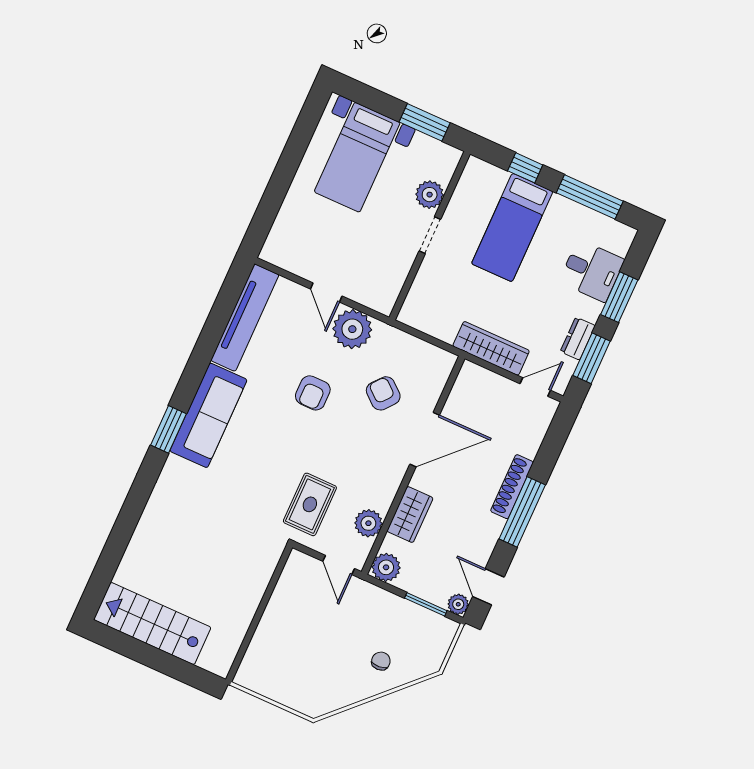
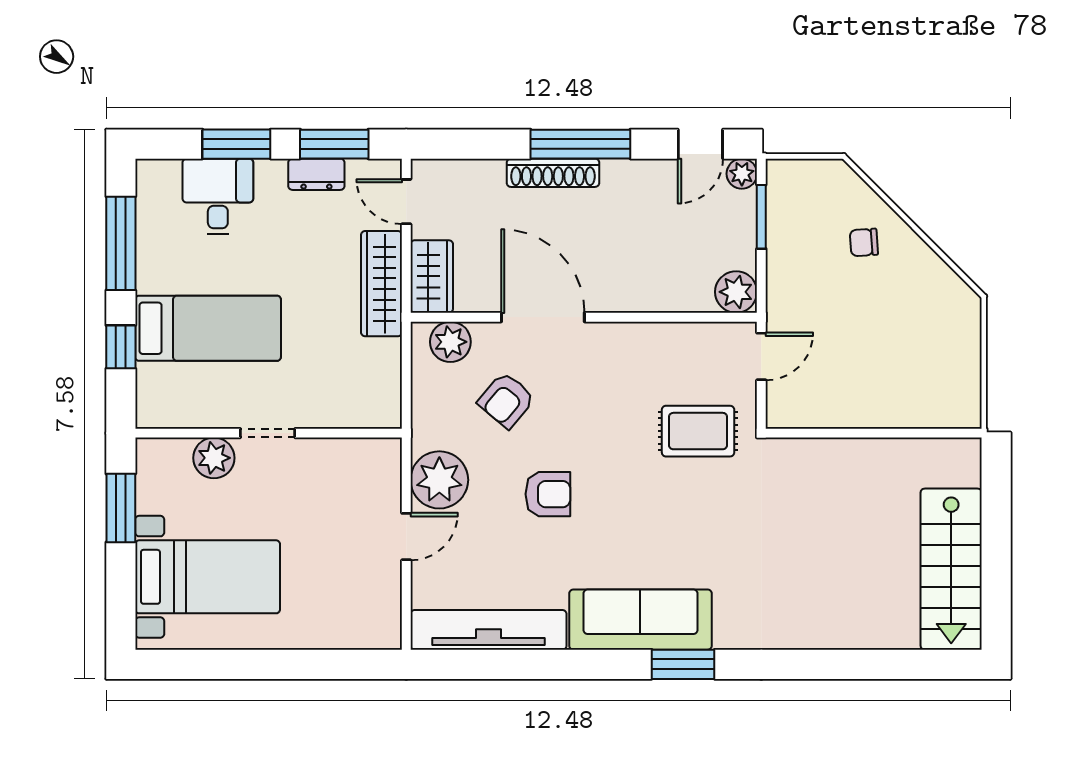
wardrobe: (410, 515) -> (432, 276), moved, turned 90
plant: (368, 523) -> (450, 342), moved

